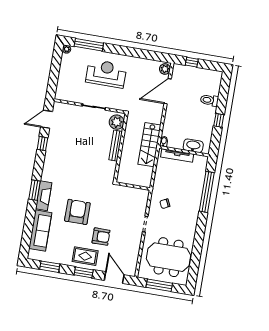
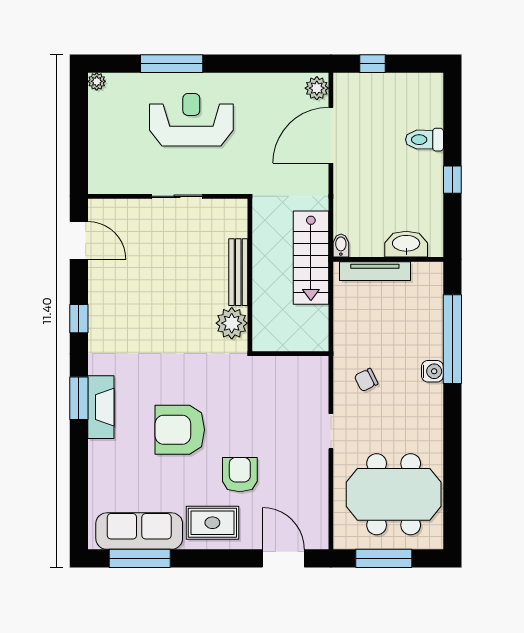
window: (89, 45) -> (172, 64), moved
door: (47, 119) -> (79, 240), swing flipped
plant: (117, 122) -> (232, 323), moved
window: (42, 144) -> (79, 319), moved
water cooler: (195, 205) -> (432, 371), added
armchair: (77, 212) -> (180, 430), turned -90
sofa: (40, 231) -> (139, 531), moved, turned -90
armchair: (101, 237) -> (240, 475), turned -90
window: (50, 267) -> (140, 558), width x1.44
window: (84, 272) -> (215, 558), removed

